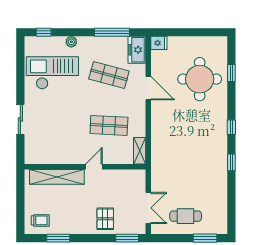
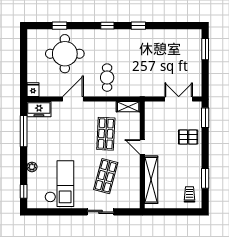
checkout: (52, 73) -> (59, 184), turned 180
shop shelf: (109, 75) -> (106, 176), moved
cafe table: (186, 216) -> (107, 78), moved

